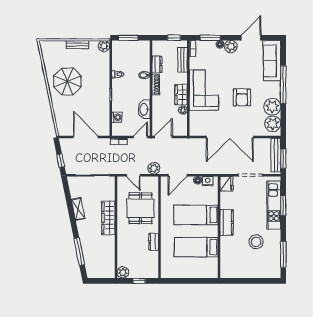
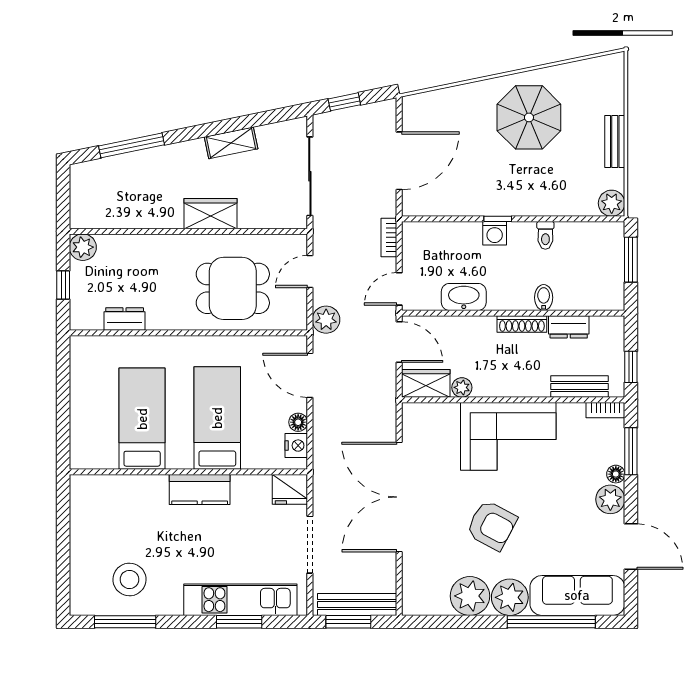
window: (283, 85) -> (551, 622), moved
wardrobe: (181, 95) -> (426, 383), moved
armchair: (242, 97) -> (492, 525), turned -152
washing machine: (117, 117) -> (495, 233), moved
plant: (273, 124) -> (510, 597), moved
door: (141, 137) -> (399, 289), swing flipped
wardrobe: (108, 218) -> (210, 214), width x0.67
dresser: (154, 242) -> (125, 319), moved
stool: (256, 242) -> (129, 579), moved

